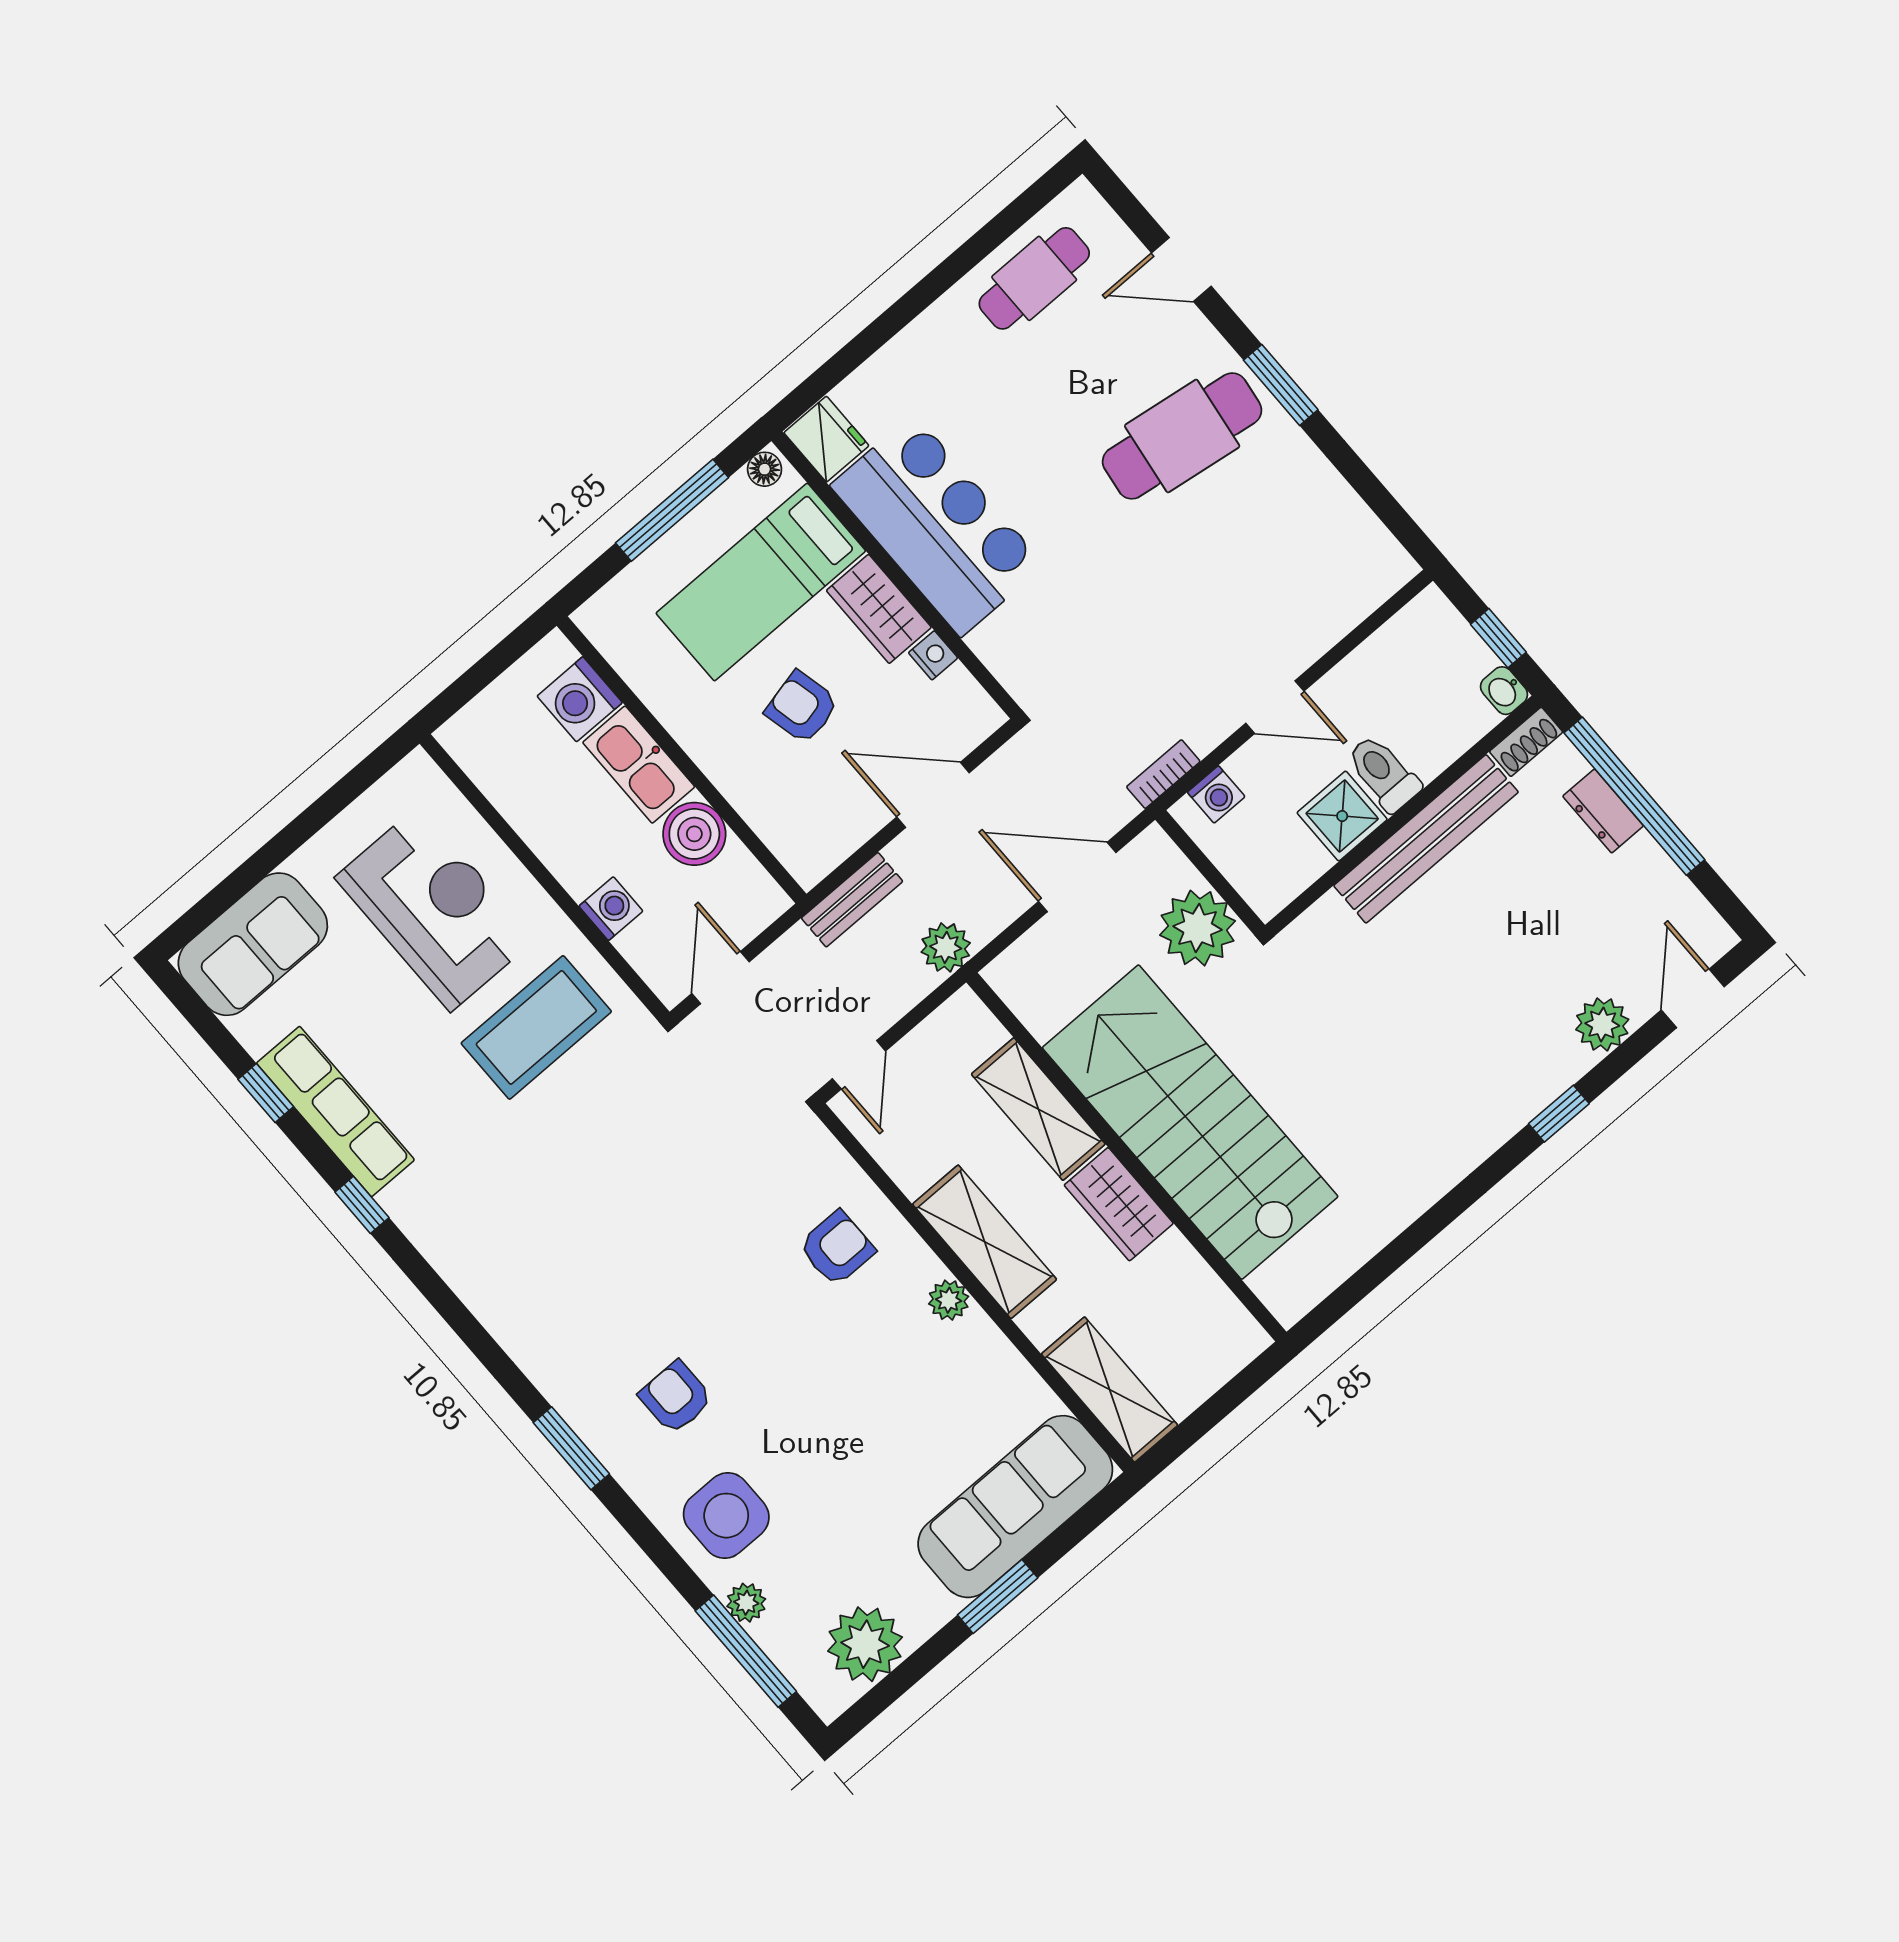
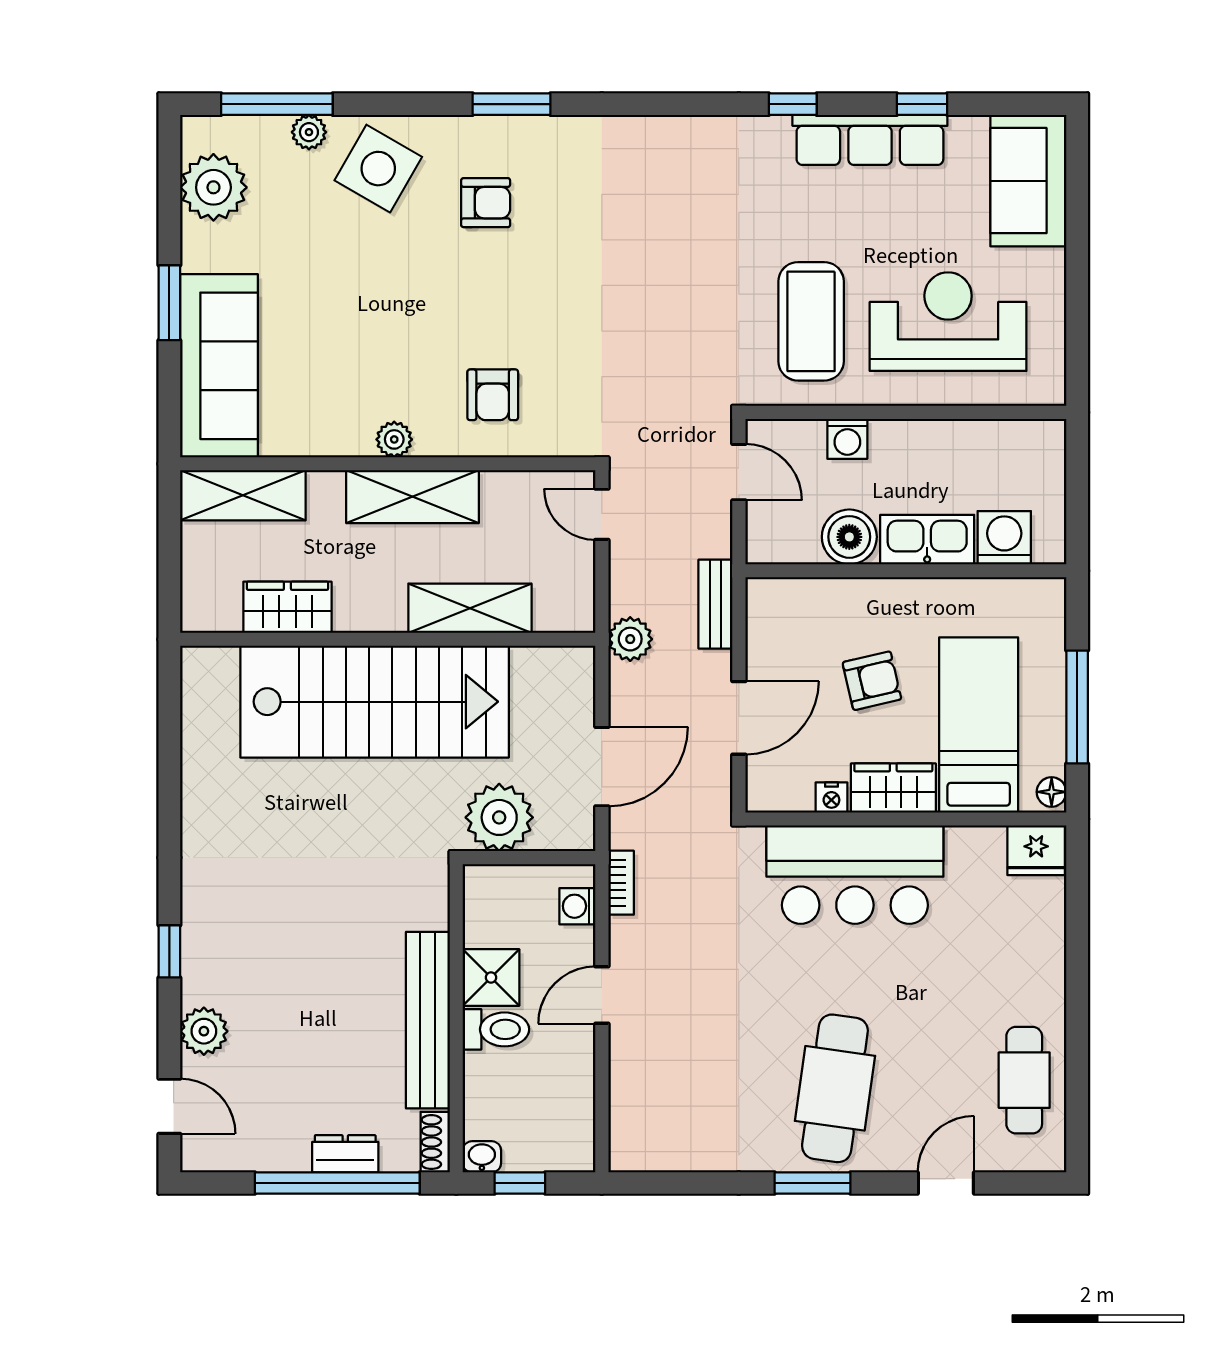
bar counter: (937, 525) -> (855, 875), moved
reception desk: (435, 909) -> (948, 322), turned 180
wardrobe: (1119, 1204) -> (287, 607), moved
side table: (726, 1516) -> (378, 169), turned 30

